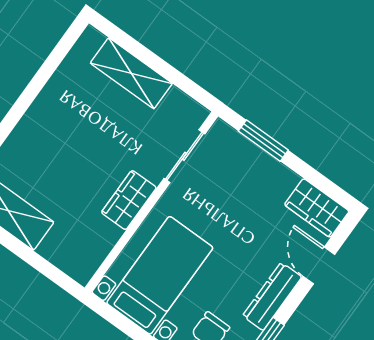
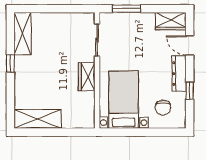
shelving: (131, 73) -> (23, 33), moved, turned 90
window: (28, 97) -> (10, 63), added

